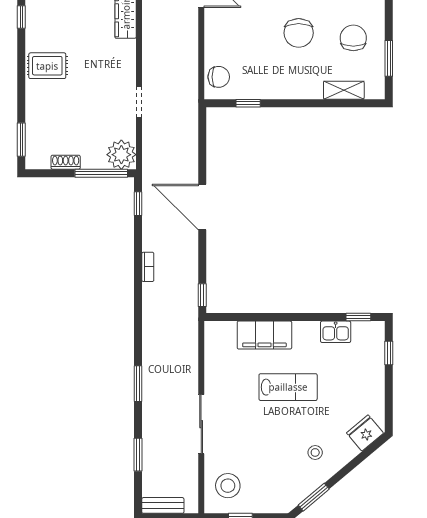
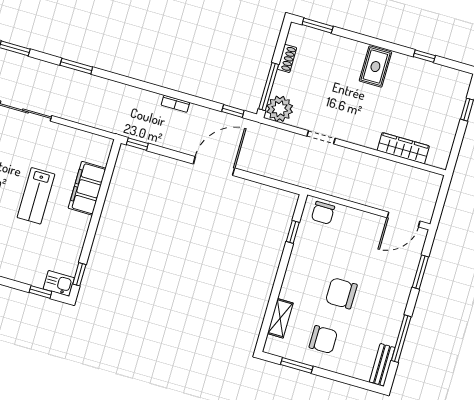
kitchen sink: (336, 332) -> (59, 283), moved, turned 90

